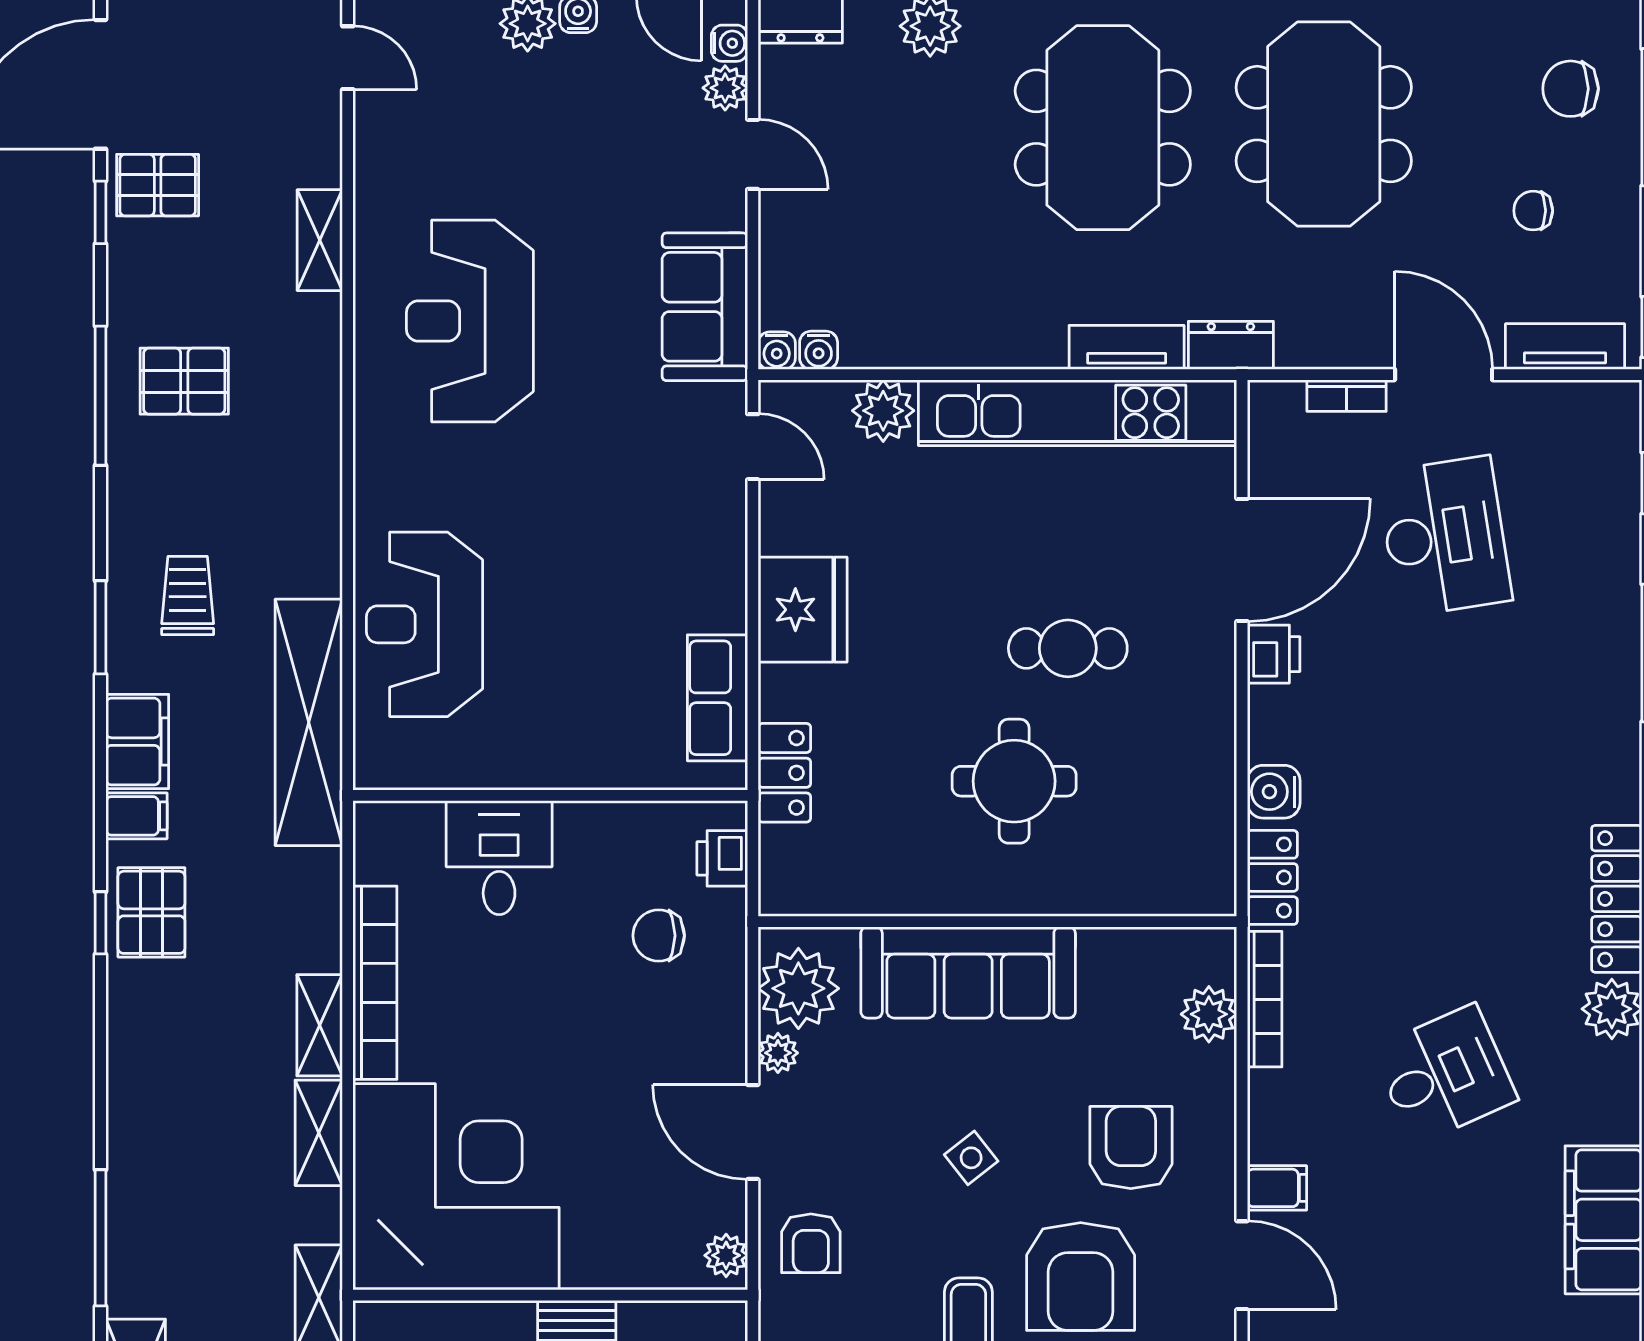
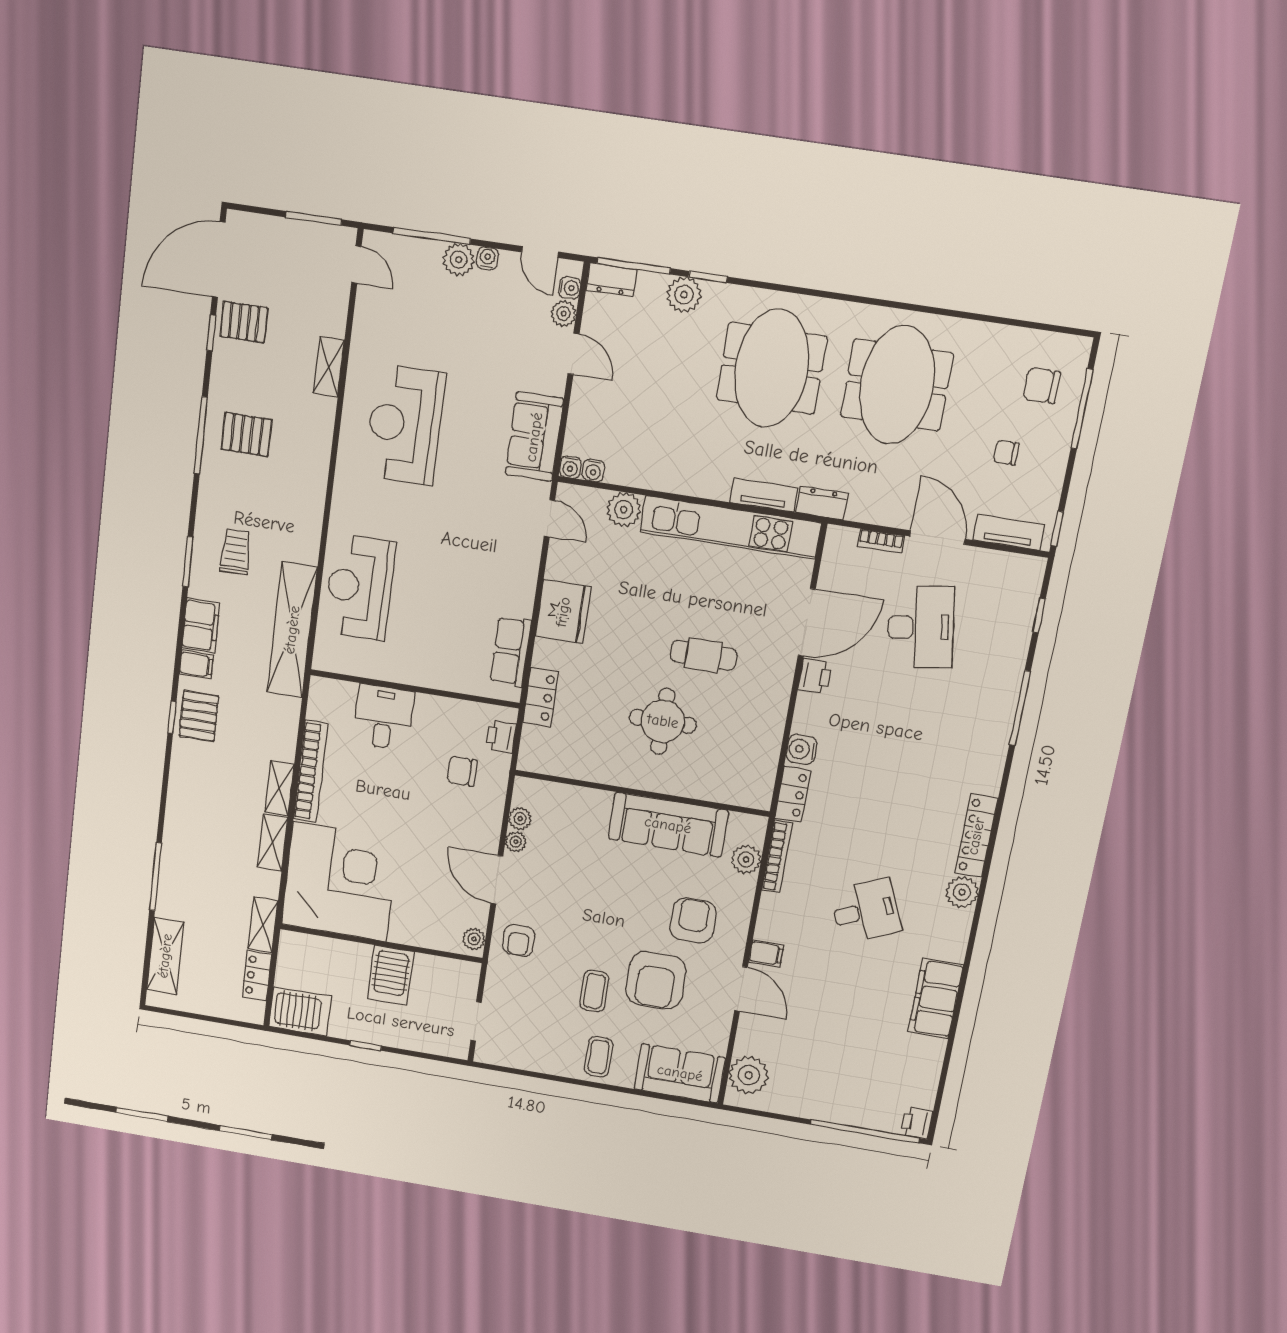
sofa: (968, 972) -> (668, 825), moved
plant: (798, 988) -> (520, 819), width x0.53, depth x0.53
side table: (971, 1158) -> (609, 912), removed

